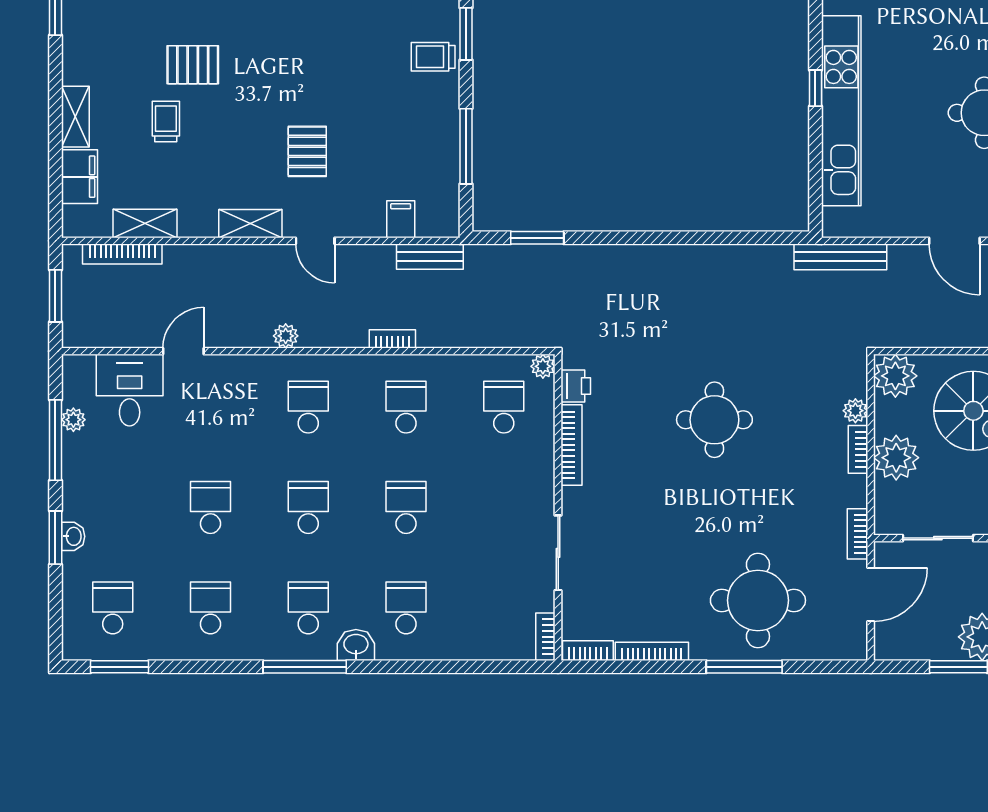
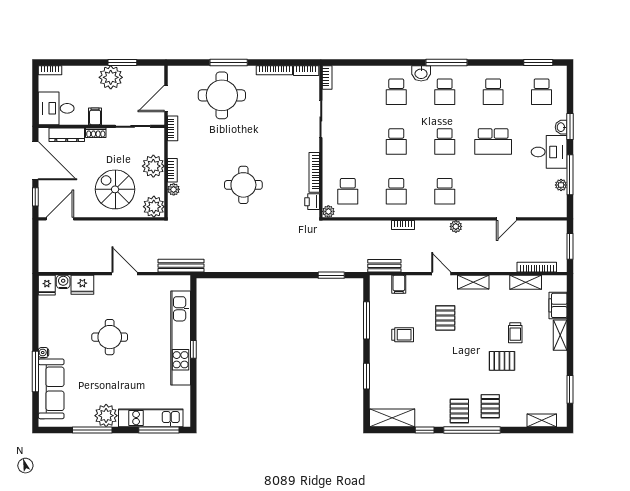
trolley: (433, 57) -> (403, 335), moved
desk: (130, 390) -> (549, 152), moved, turned -90
school desk: (210, 507) -> (493, 141), width x1.85

